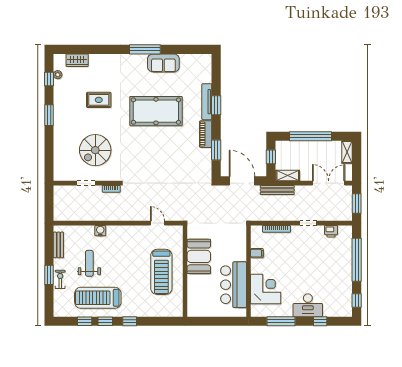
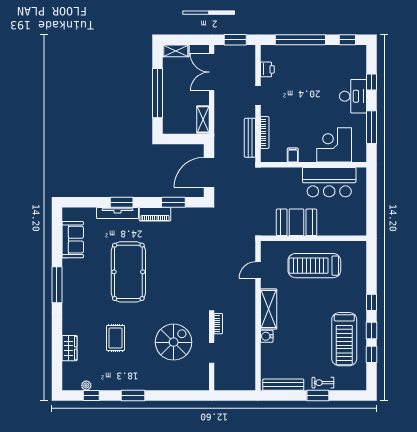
wardrobe: (77, 60) -> (70, 348), moved
sofa: (163, 63) -> (73, 240), moved
spiral stairs: (95, 150) -> (174, 342), turned -90
window: (271, 157) -> (181, 139), removed
bench: (277, 190) -> (250, 138), moved
shelving: (124, 232) -> (269, 309), added
bench: (58, 245) -> (283, 385), width x1.36
weight bench: (89, 263) -> (304, 349), removed
treadmill: (161, 272) -> (314, 266), turned 180

